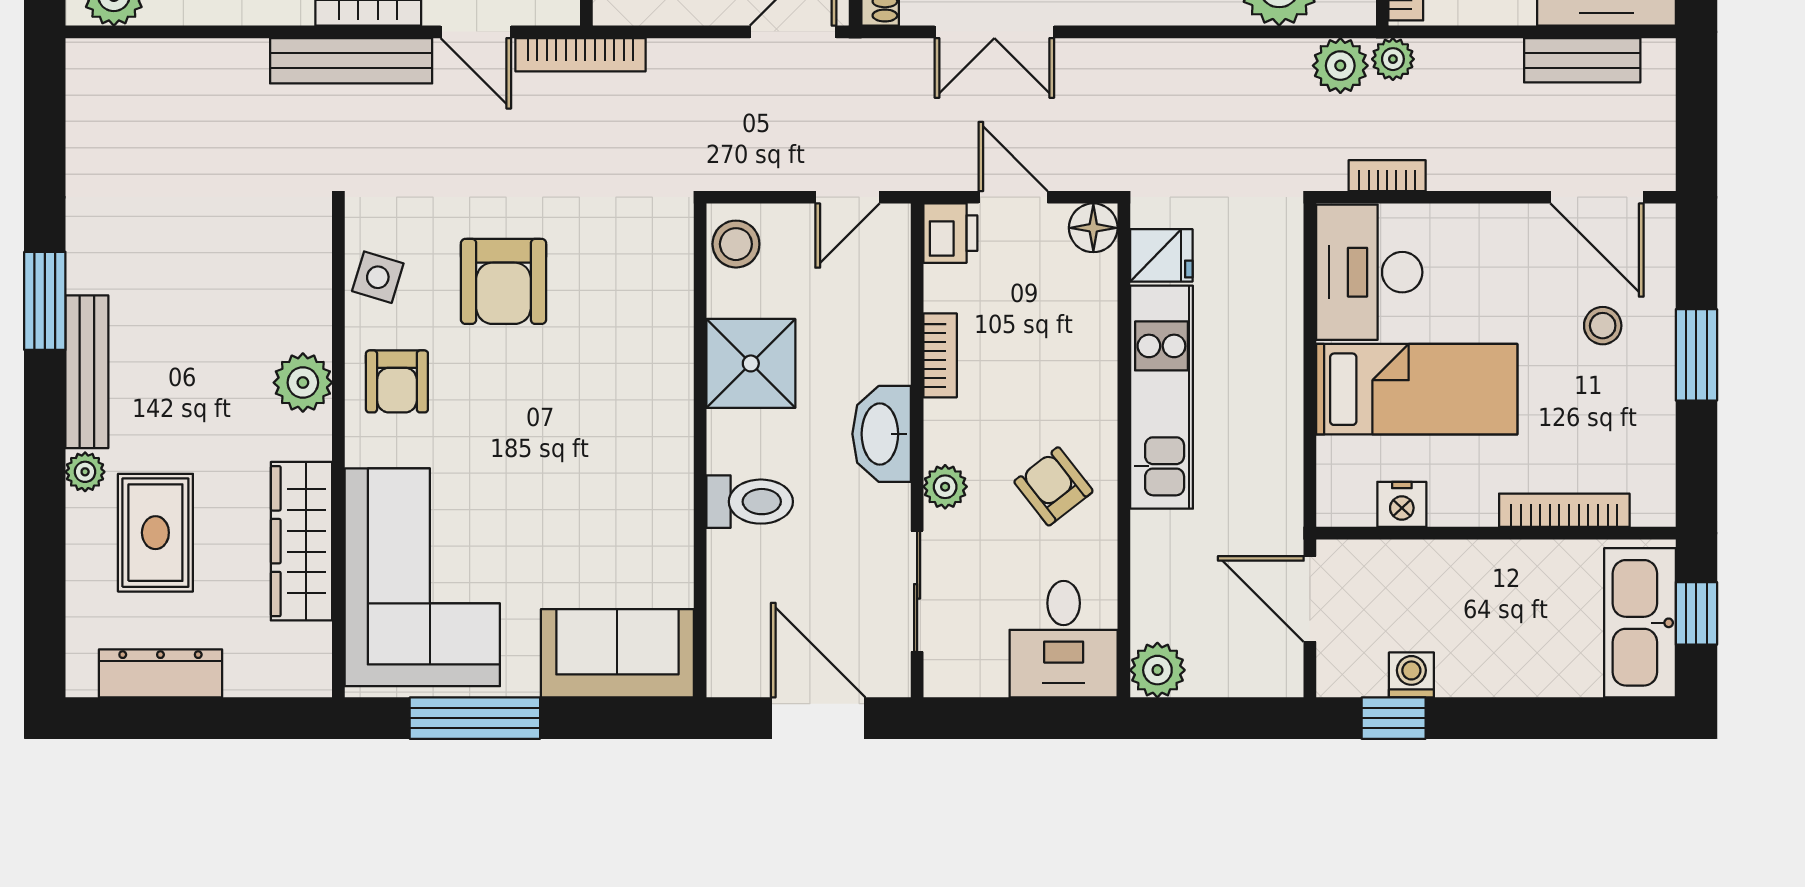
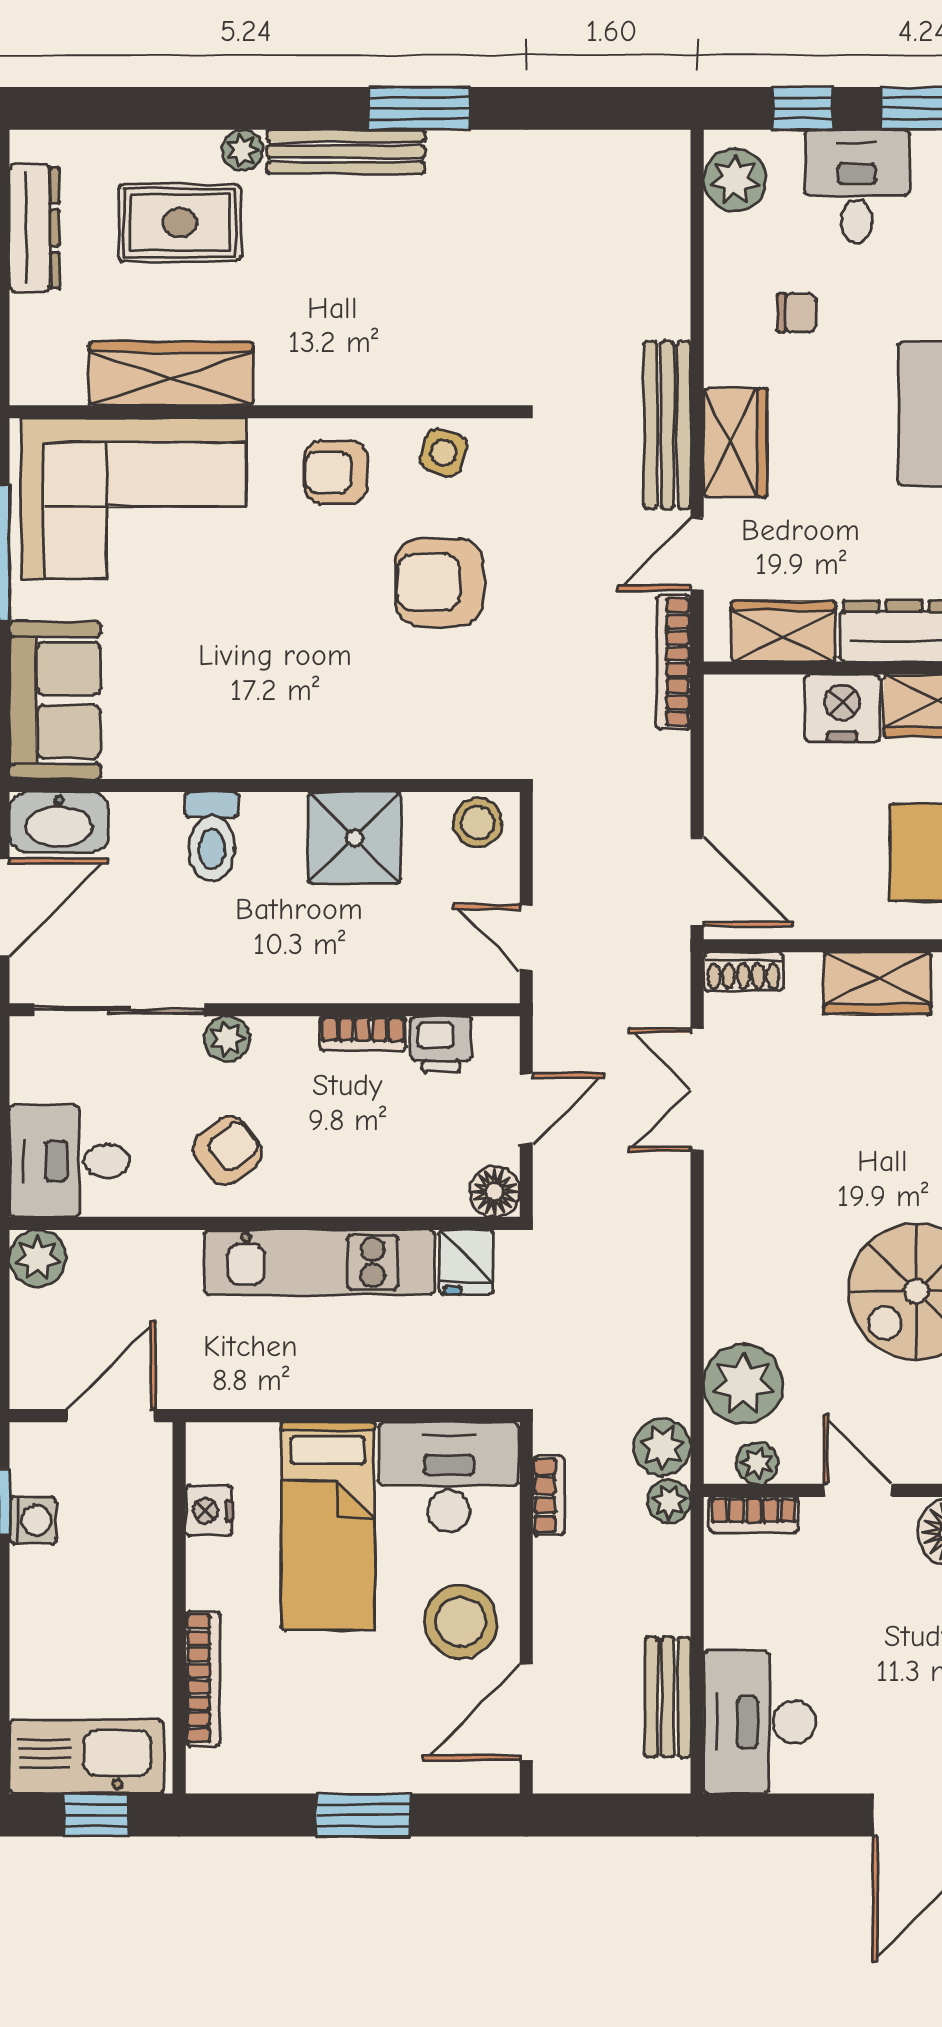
printer: (950, 233) -> (441, 1044), moved
stool: (1603, 326) -> (461, 1622), moved, width x1.89, depth x1.89
plant: (303, 383) -> (335, 375), removed
washbasin: (882, 434) -> (59, 822), moved, turned 180
sliding door: (917, 591) -> (119, 1010), width x1.37

